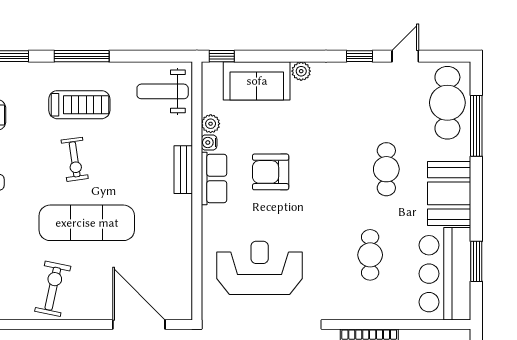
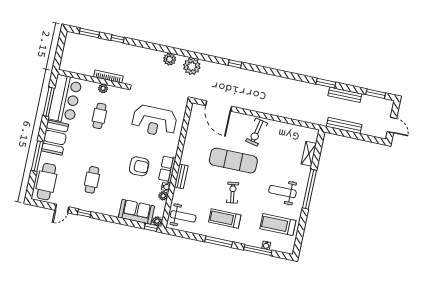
plant: (301, 71) -> (157, 221), moved
window: (476, 126) -> (37, 156), moved
cafe table: (386, 169) -> (92, 180), moved
window: (476, 261) -> (49, 102), width x1.44
plant: (375, 311) -> (103, 88), added

